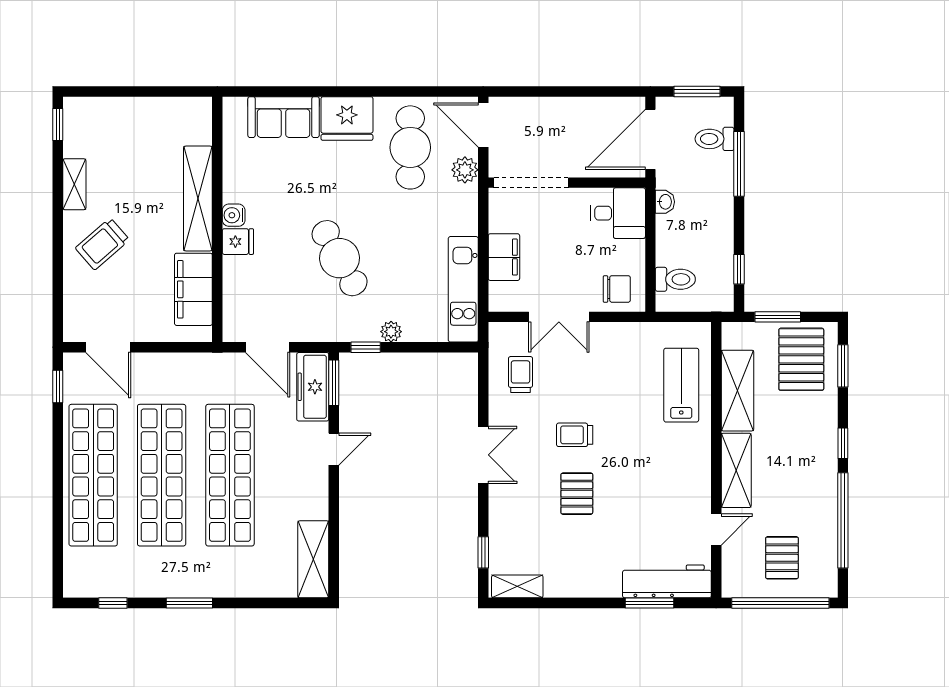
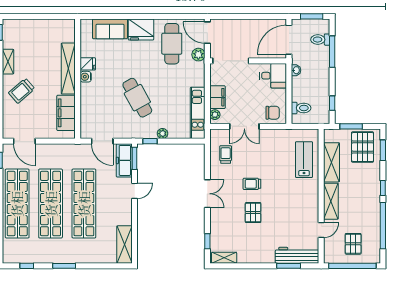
fridge: (238, 242) -> (88, 64), moved
plant: (499, 293) -> (215, 115), added

